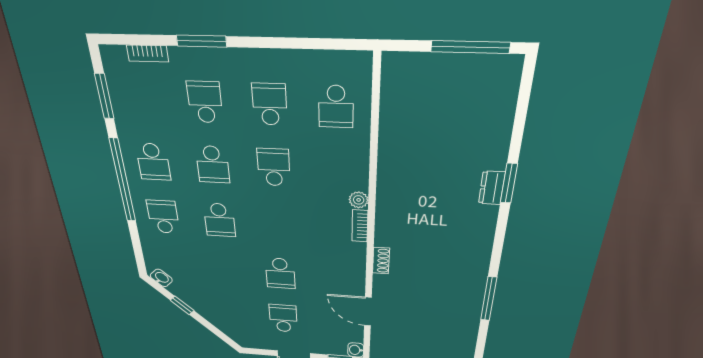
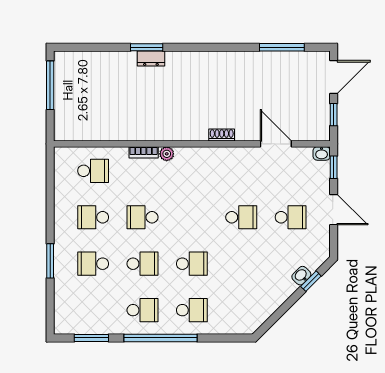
bookcase: (147, 54) -> (59, 300), removed
school desk: (163, 217) -> (192, 310), turned 180
bookcase: (360, 226) -> (144, 152), moved
washbasin: (161, 278) -> (301, 276), moved
window: (489, 299) -> (282, 47), moved
window: (182, 305) -> (311, 281), moved
door: (368, 312) -> (276, 144), swing flipped
school desk: (283, 318) -> (291, 217), turned 180

